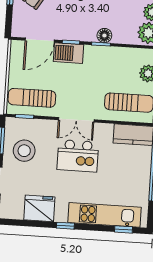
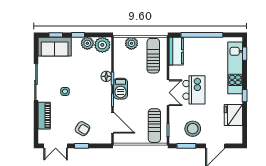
barbecue: (68, 53) -> (121, 89), moved

